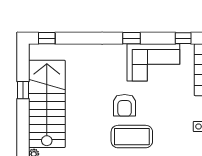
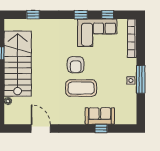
window: (47, 38) -> (33, 15), moved
window: (183, 38) -> (108, 15), moved

